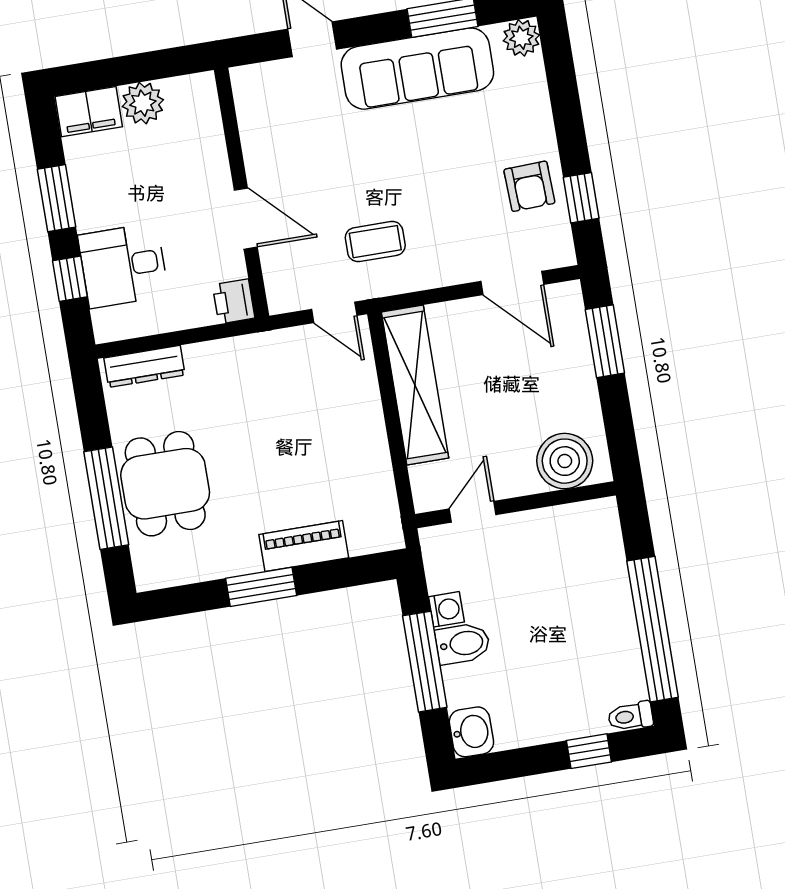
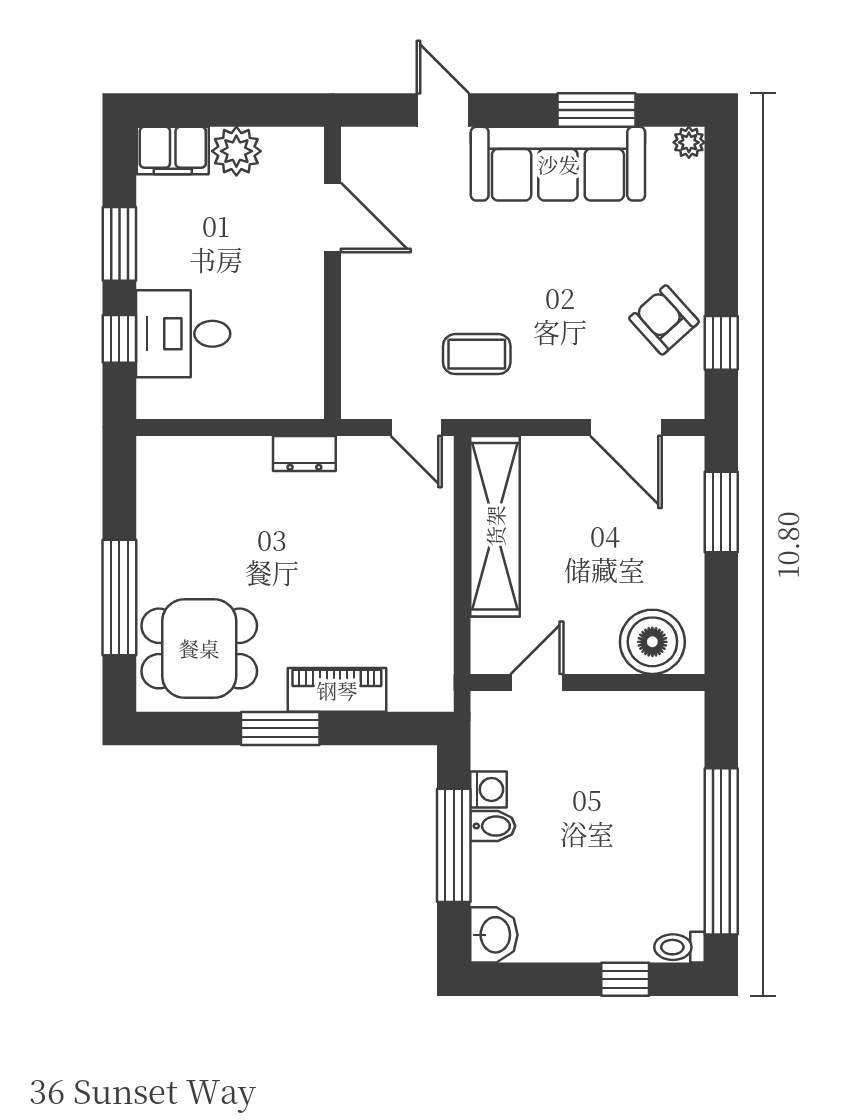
plant: (521, 38) -> (689, 142), width x0.73, depth x0.73
armchair: (529, 186) -> (664, 320), turned 140
door: (246, 219) -> (333, 218), moved
printer: (234, 301) -> (303, 396), removed
dresser: (144, 366) -> (304, 454), moved, width x0.70
dining table: (165, 484) -> (199, 648), moved, turned 90
bidet: (463, 644) -> (493, 826), width x0.72, depth x0.74

